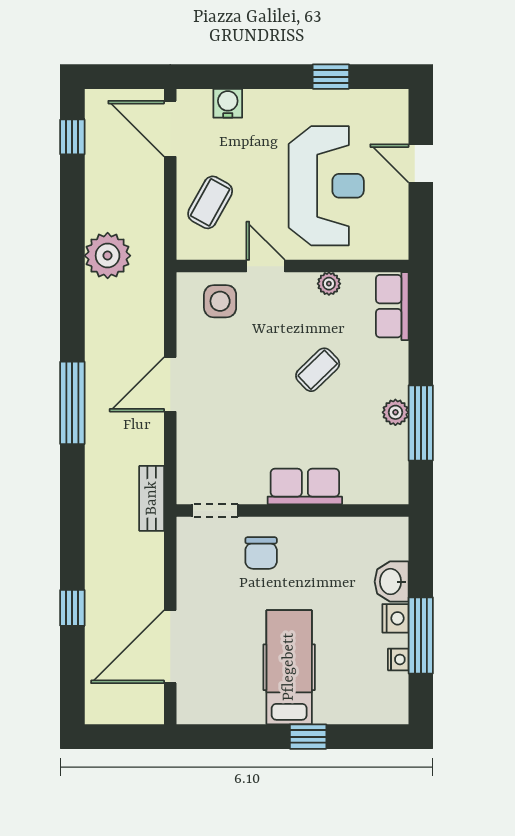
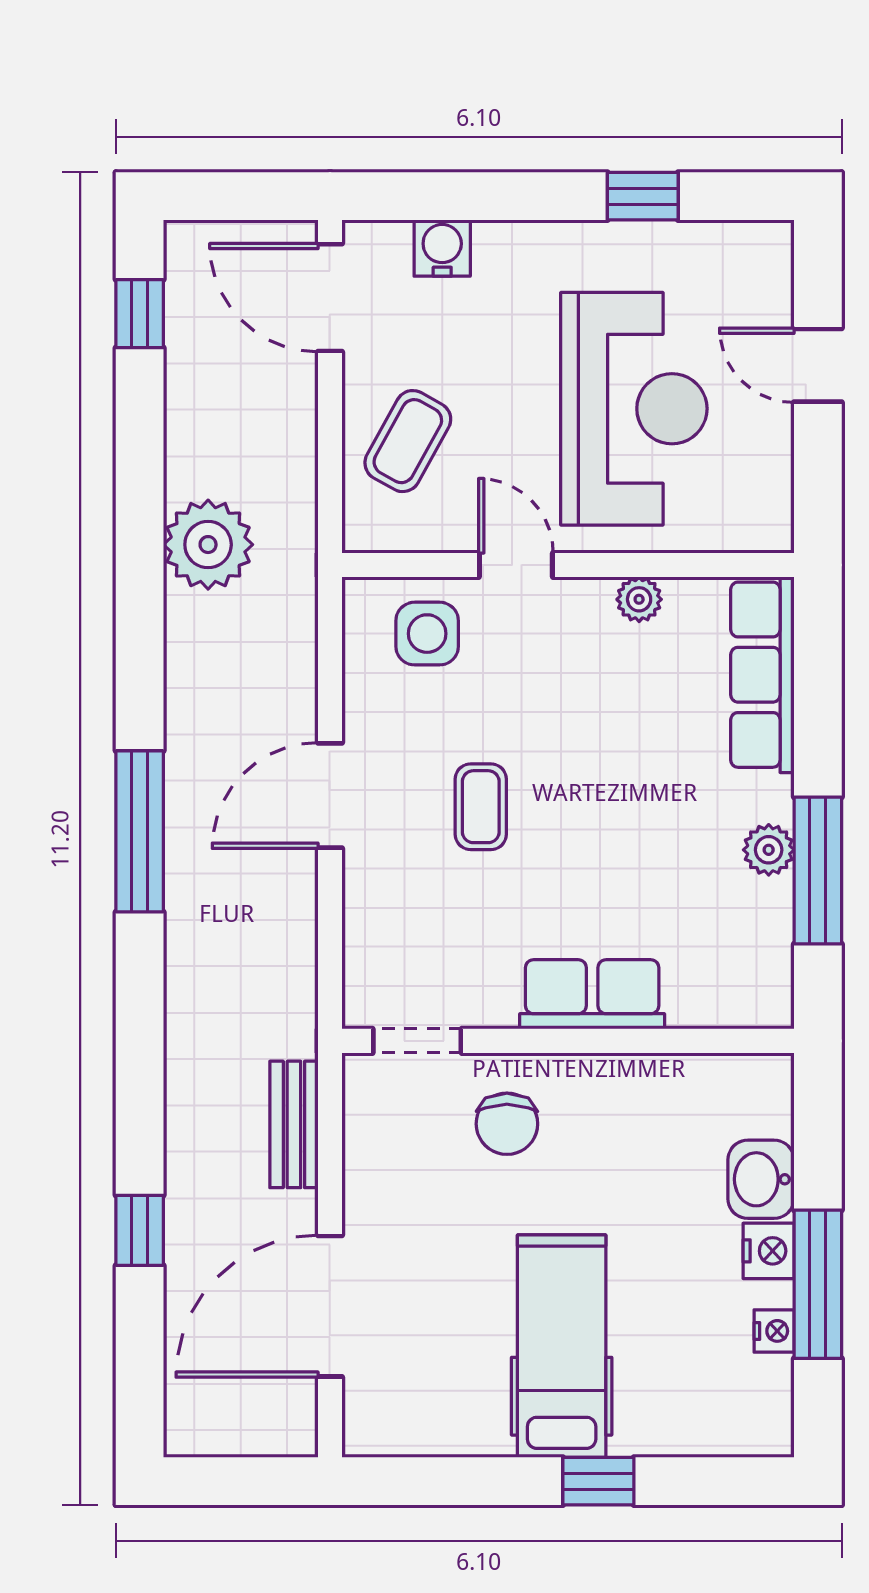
row of seats: (392, 306) -> (762, 675), width x1.48
coffee table: (318, 370) -> (481, 807), moved, turned -46
bench: (152, 498) -> (294, 1124), moved

